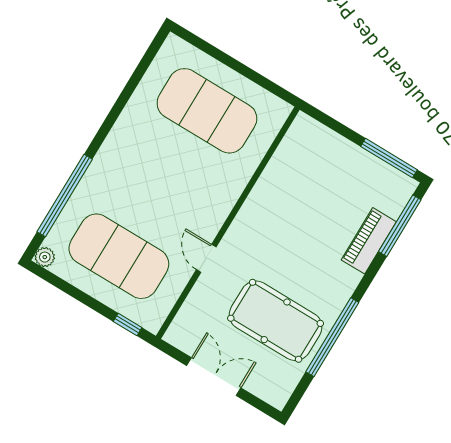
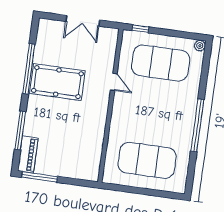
window: (65, 196) -> (197, 125), moved
window: (400, 226) -> (20, 131), moved
piano: (369, 241) -> (28, 154), moved
pool table: (276, 321) -> (57, 82), moved

